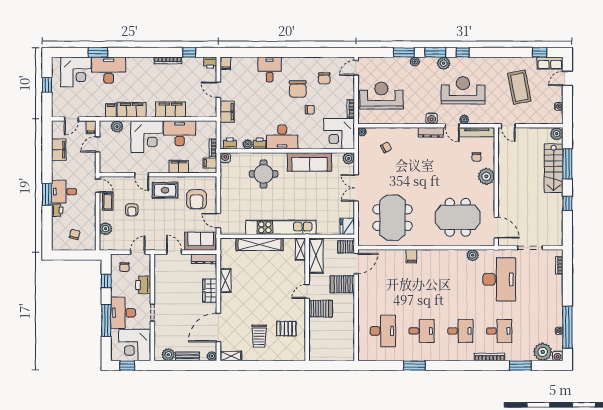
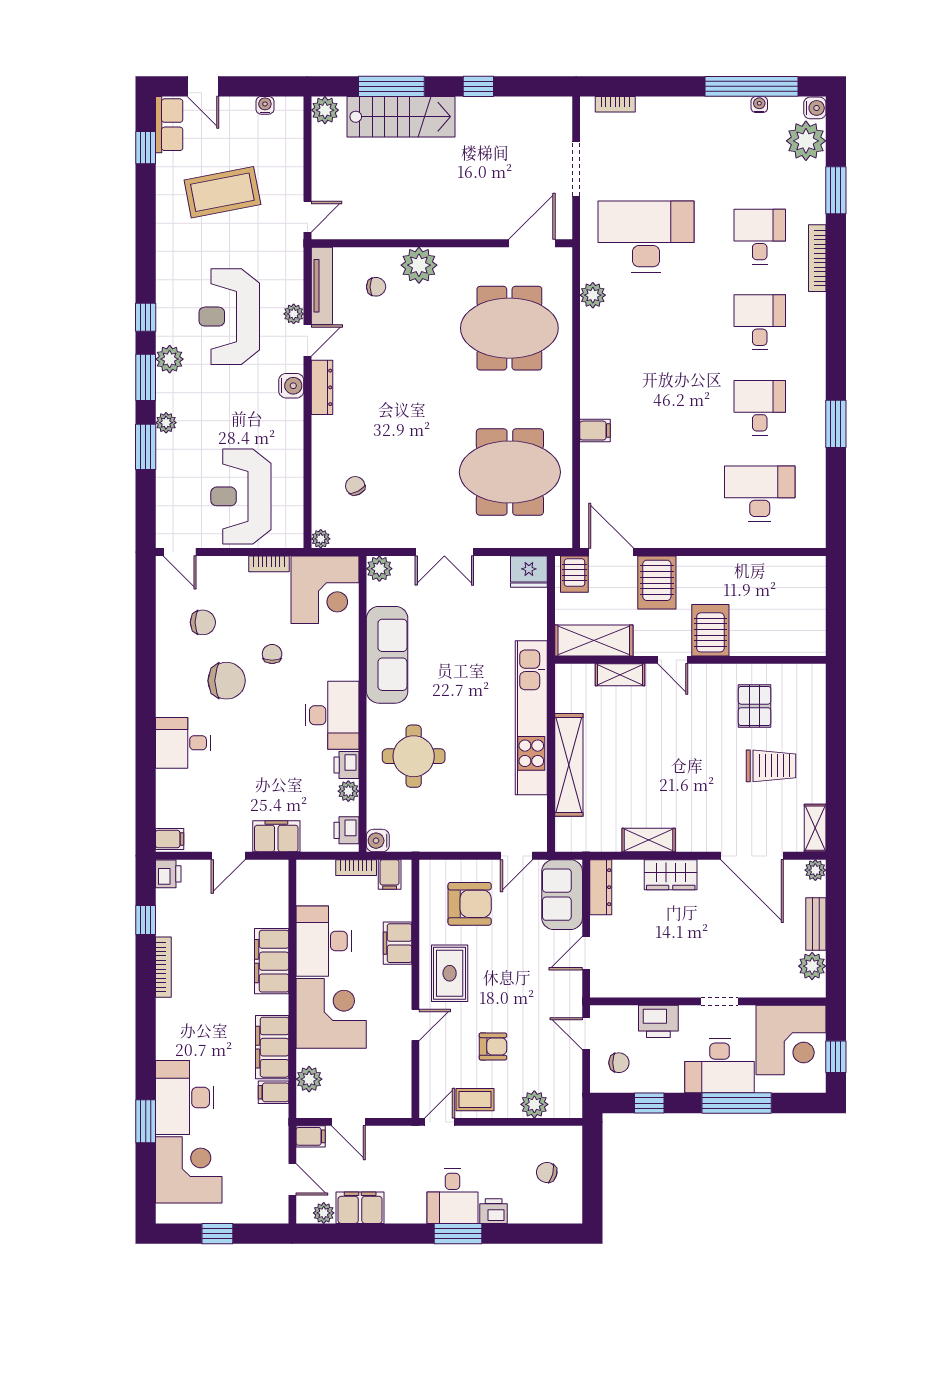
plant: (56, 133) -> (324, 1213), added
meeting table: (458, 217) -> (509, 328), turned 90
shelving: (300, 249) -> (620, 675), moved

